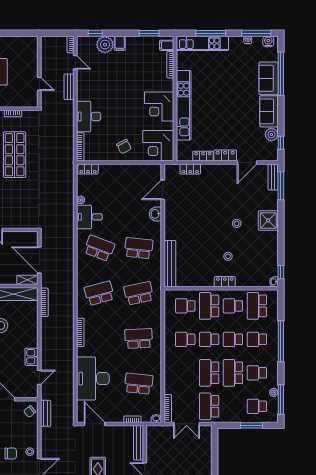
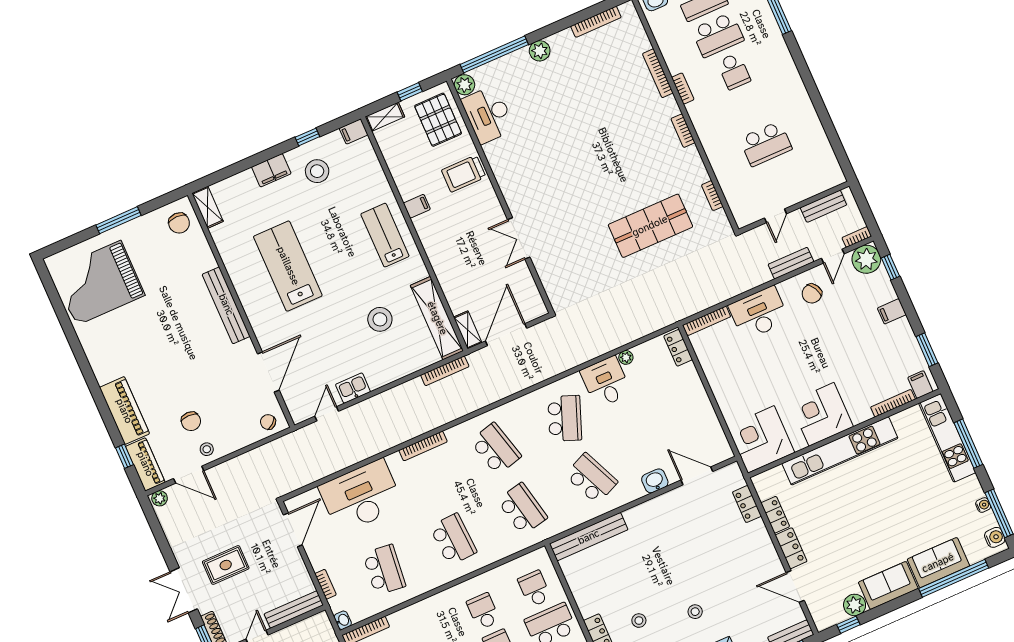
plant: (105, 45) -> (866, 259), moved
chair: (124, 147) -> (812, 294), moved
school desk: (139, 248) -> (591, 478), turned -30
door: (39, 377) -> (327, 414), swing flipped
bench: (46, 413) -> (823, 206), moved

